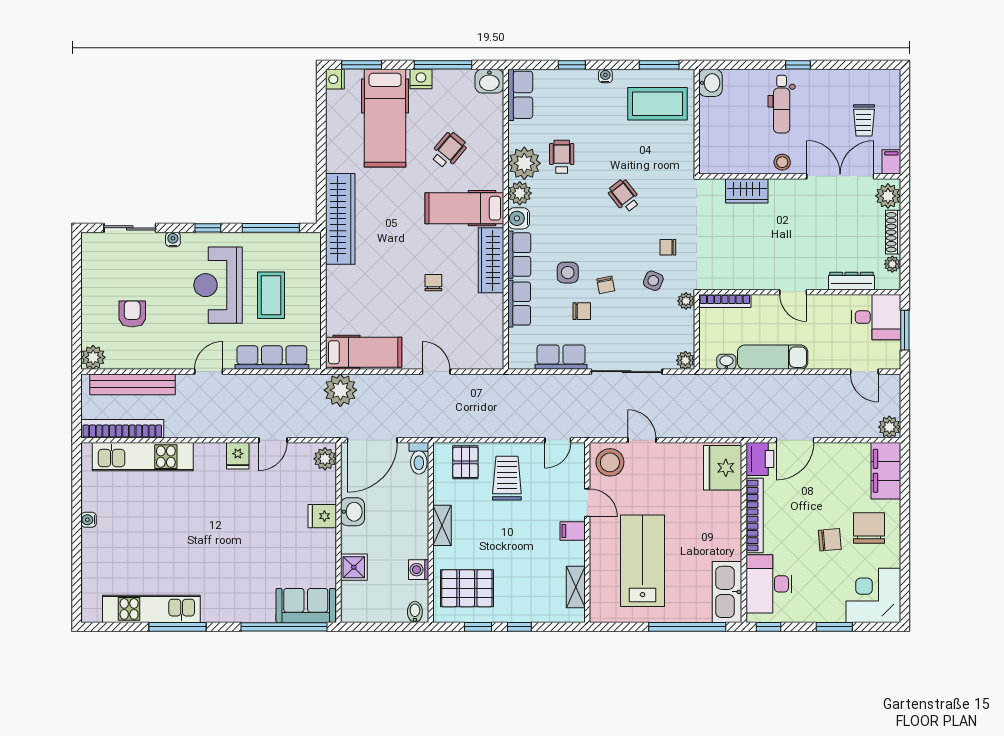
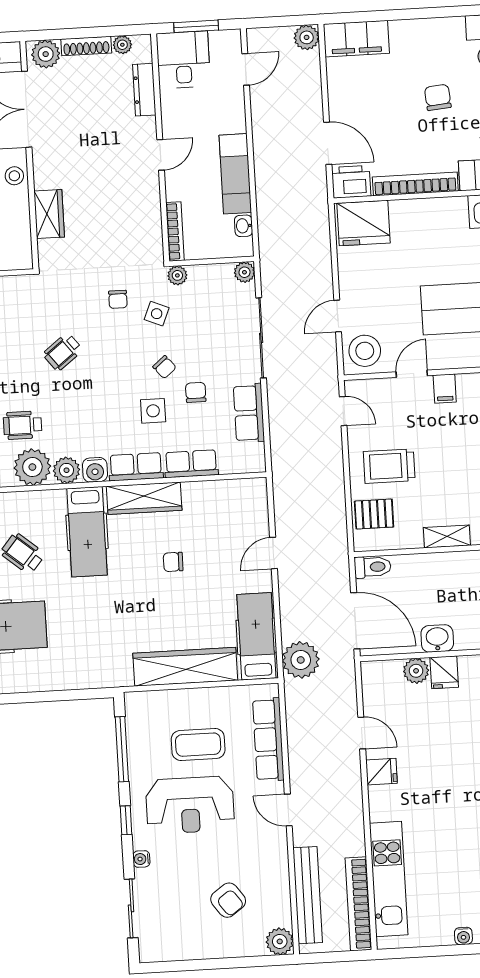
wardrobe: (340, 219) -> (185, 667), moved
chair: (606, 285) -> (165, 367), turned 61
armchair: (132, 314) -> (228, 900), turned -126
plant: (325, 459) -> (416, 671), moved
chair: (869, 528) -> (422, 54), removed

